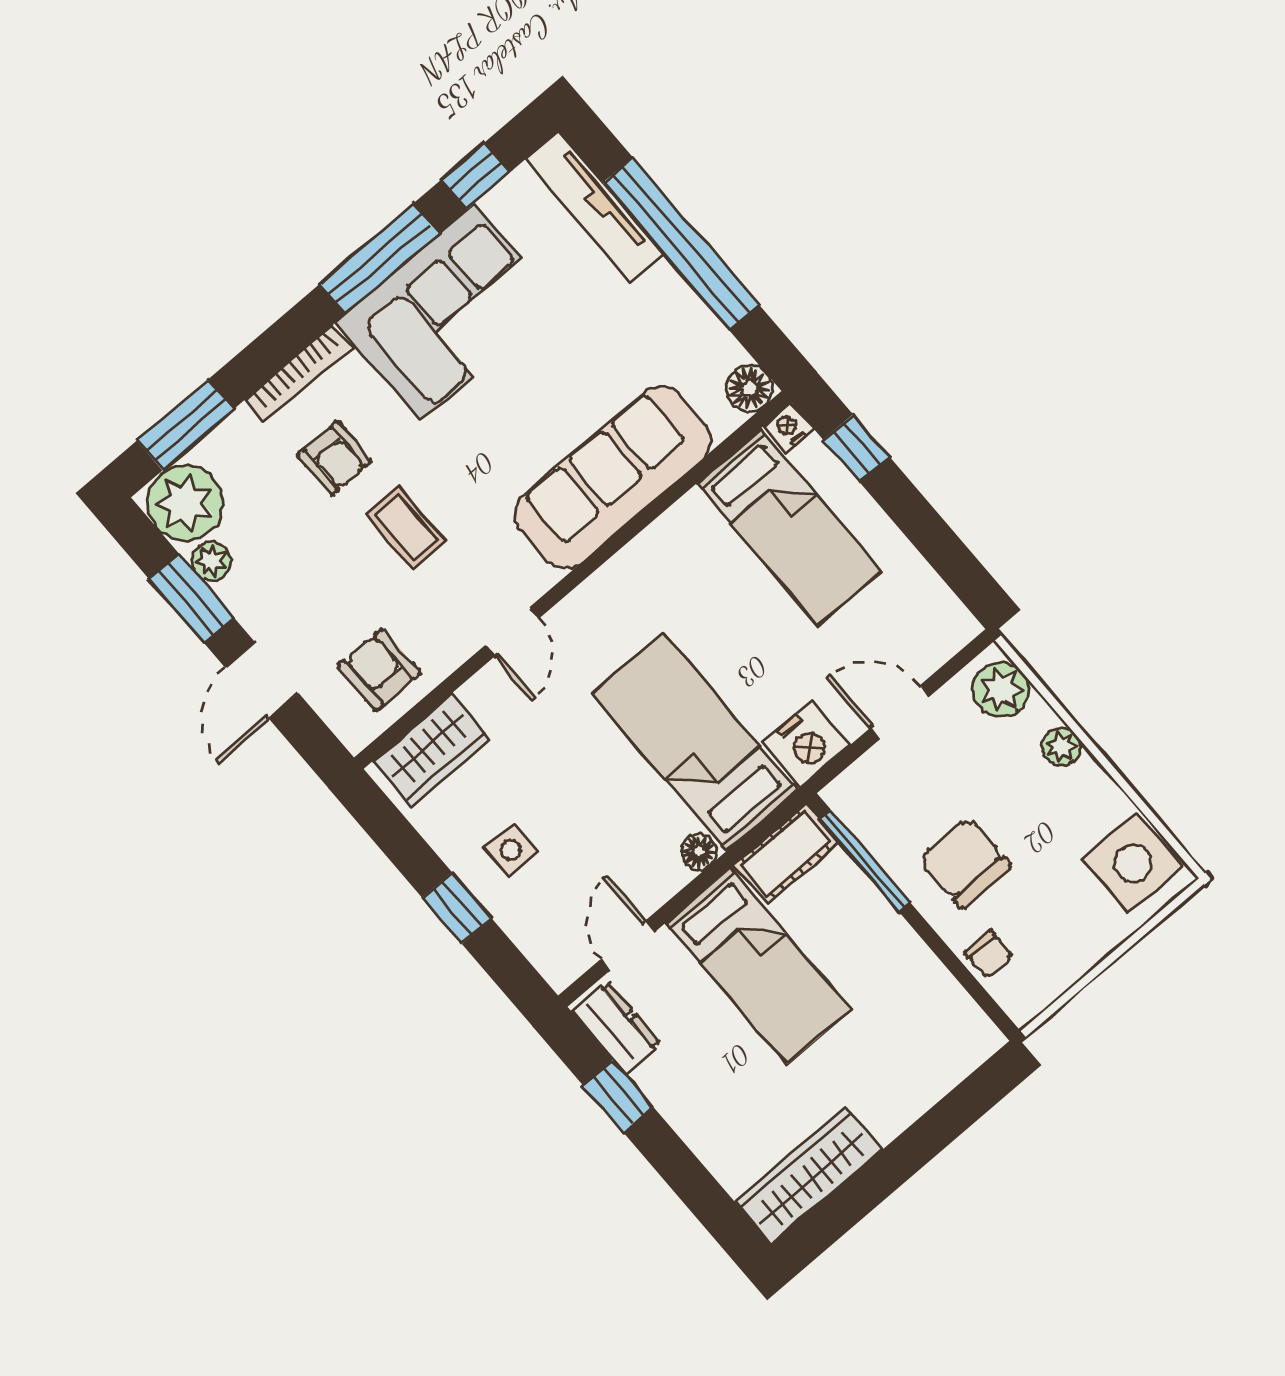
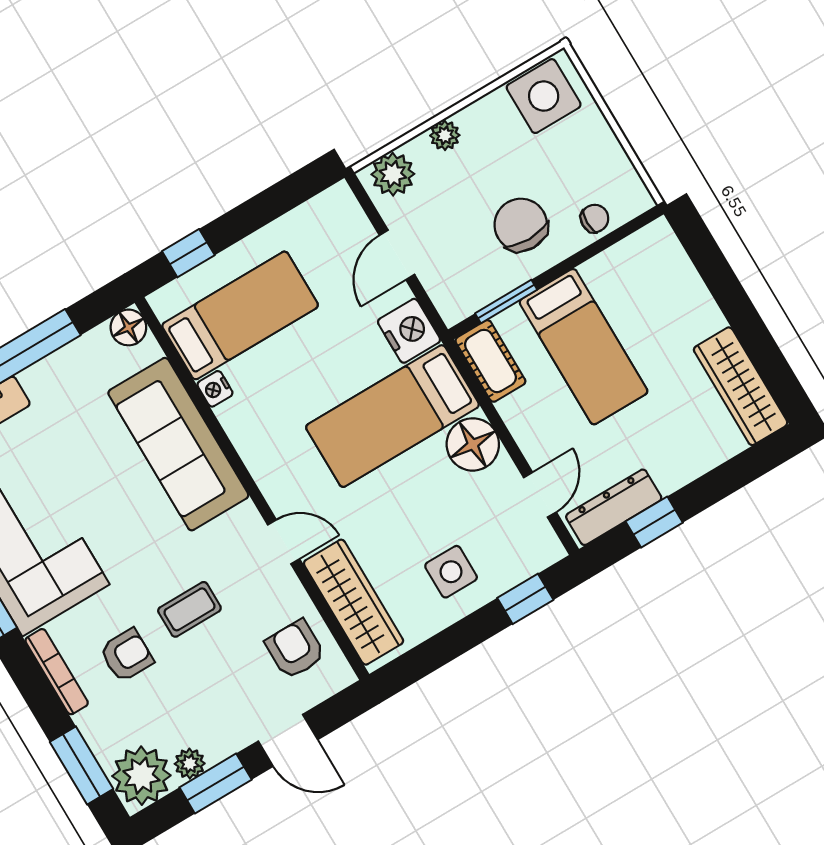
nightstand: (788, 428) -> (215, 389), moved
armchair: (379, 670) -> (295, 649), turned 90
wardrobe: (432, 750) -> (354, 602), width x1.50
side table: (511, 850) -> (451, 572), width x1.37, depth x1.37
floor lamp: (699, 851) -> (473, 444), width x1.89, depth x1.89
window: (865, 861) -> (506, 302), width x0.69
chair: (965, 862) -> (521, 225), turned 90
window: (457, 908) -> (525, 599), moved
door: (628, 946) -> (540, 495), swing flipped
bed: (759, 966) -> (584, 347), moved, turned 90
dresser: (616, 1028) -> (614, 507), width x1.44

